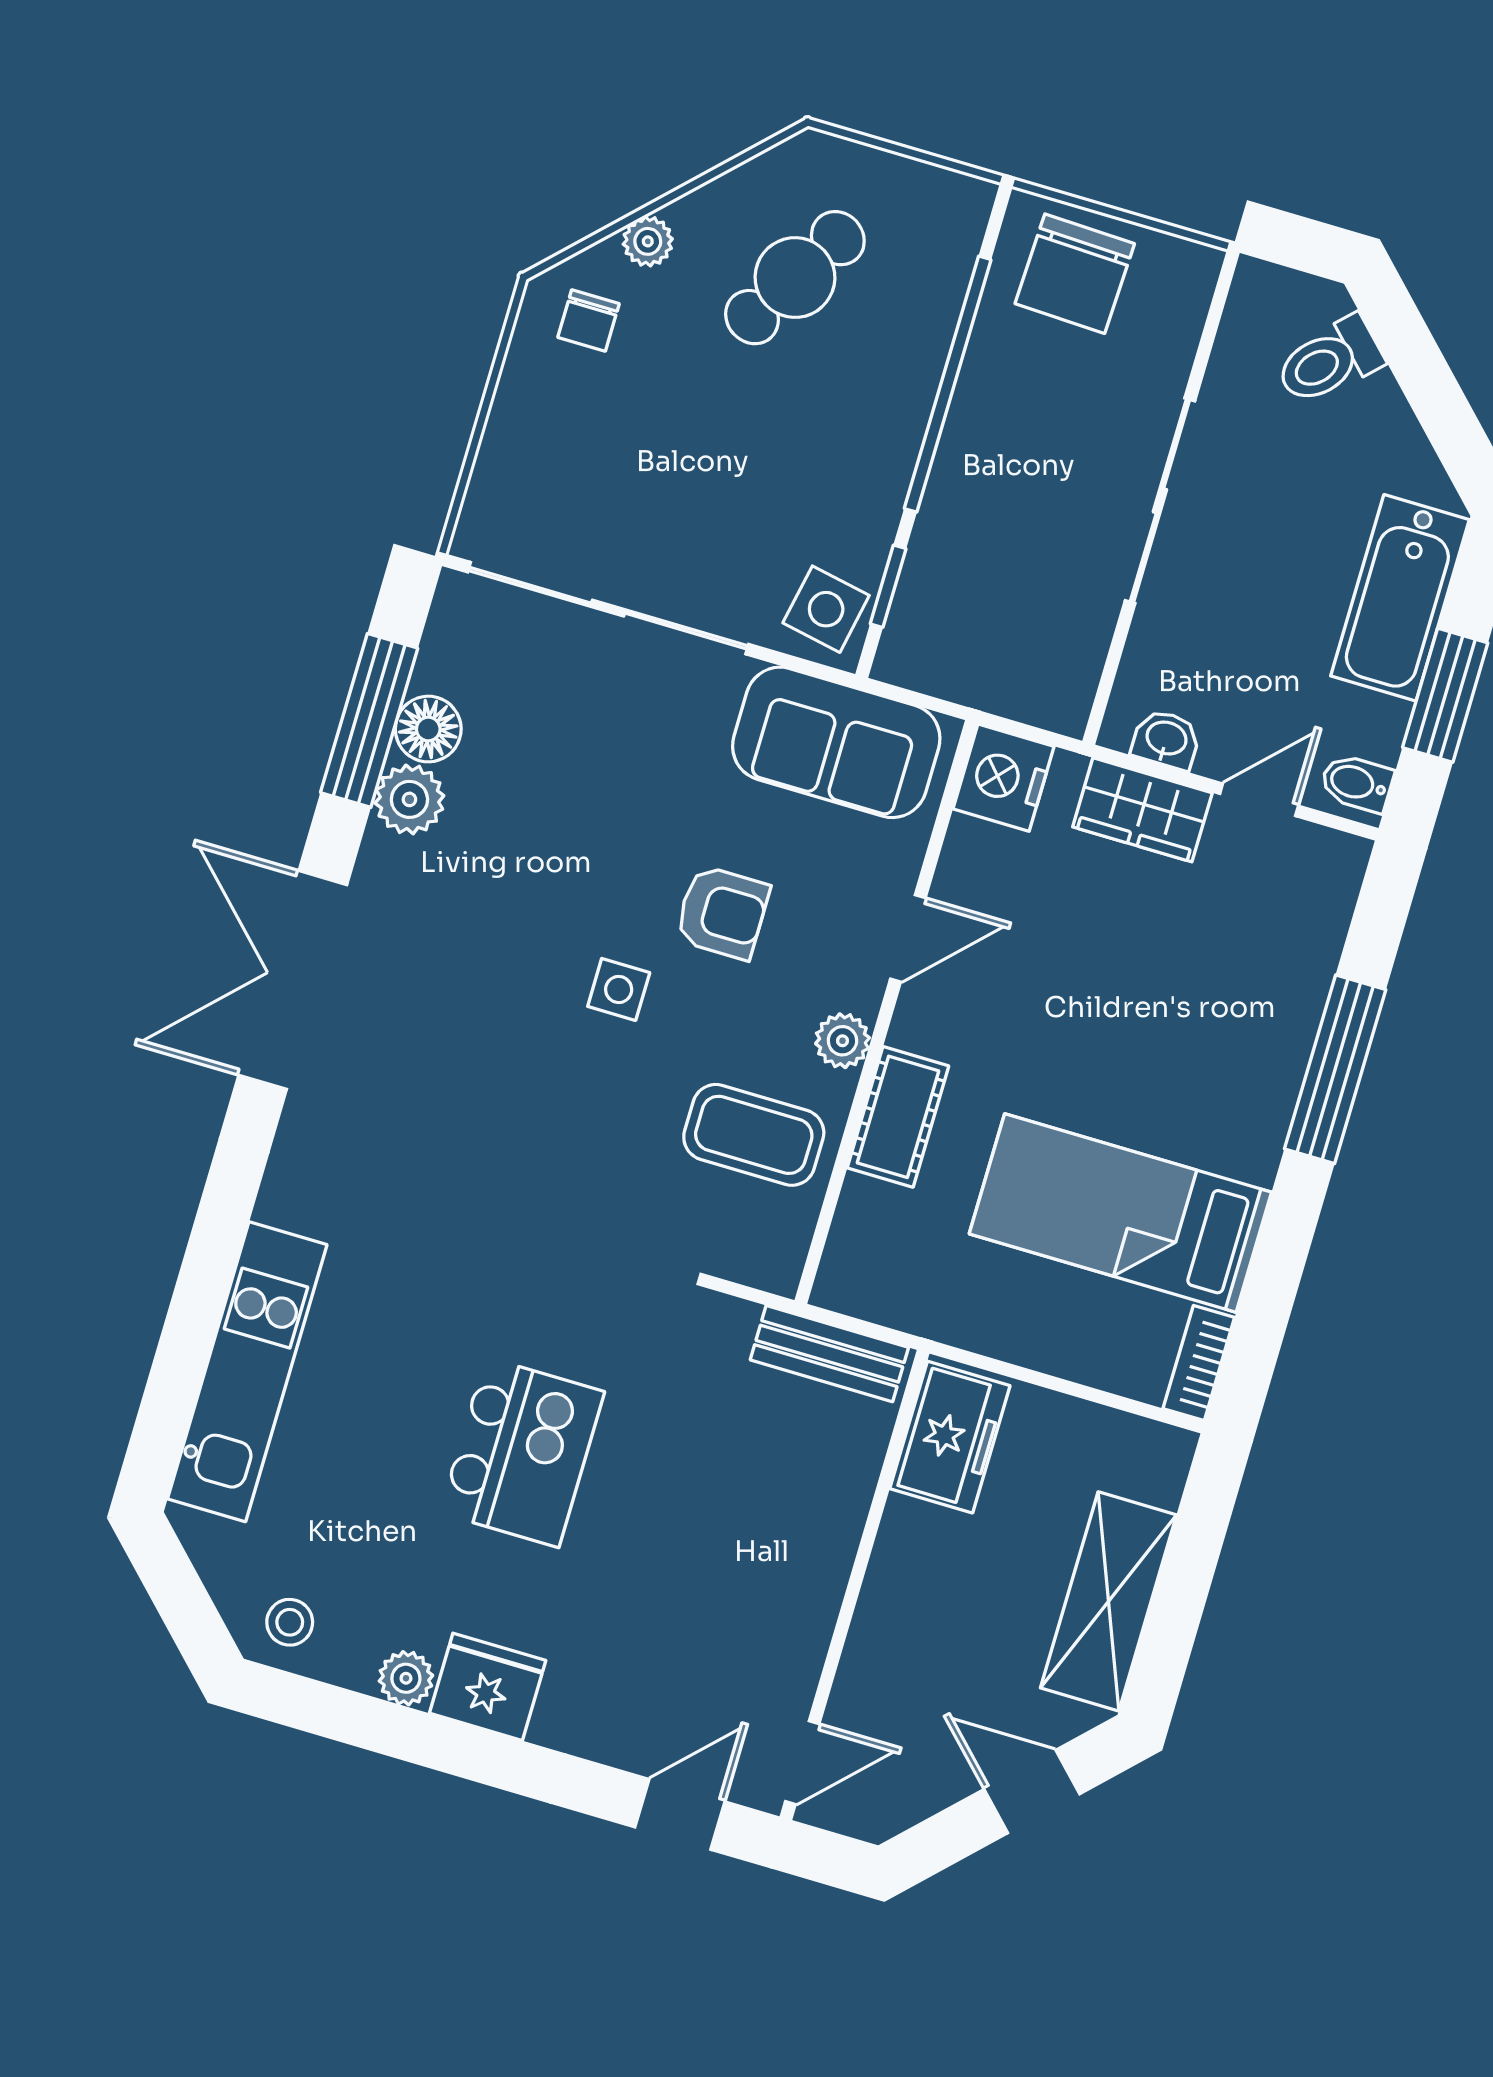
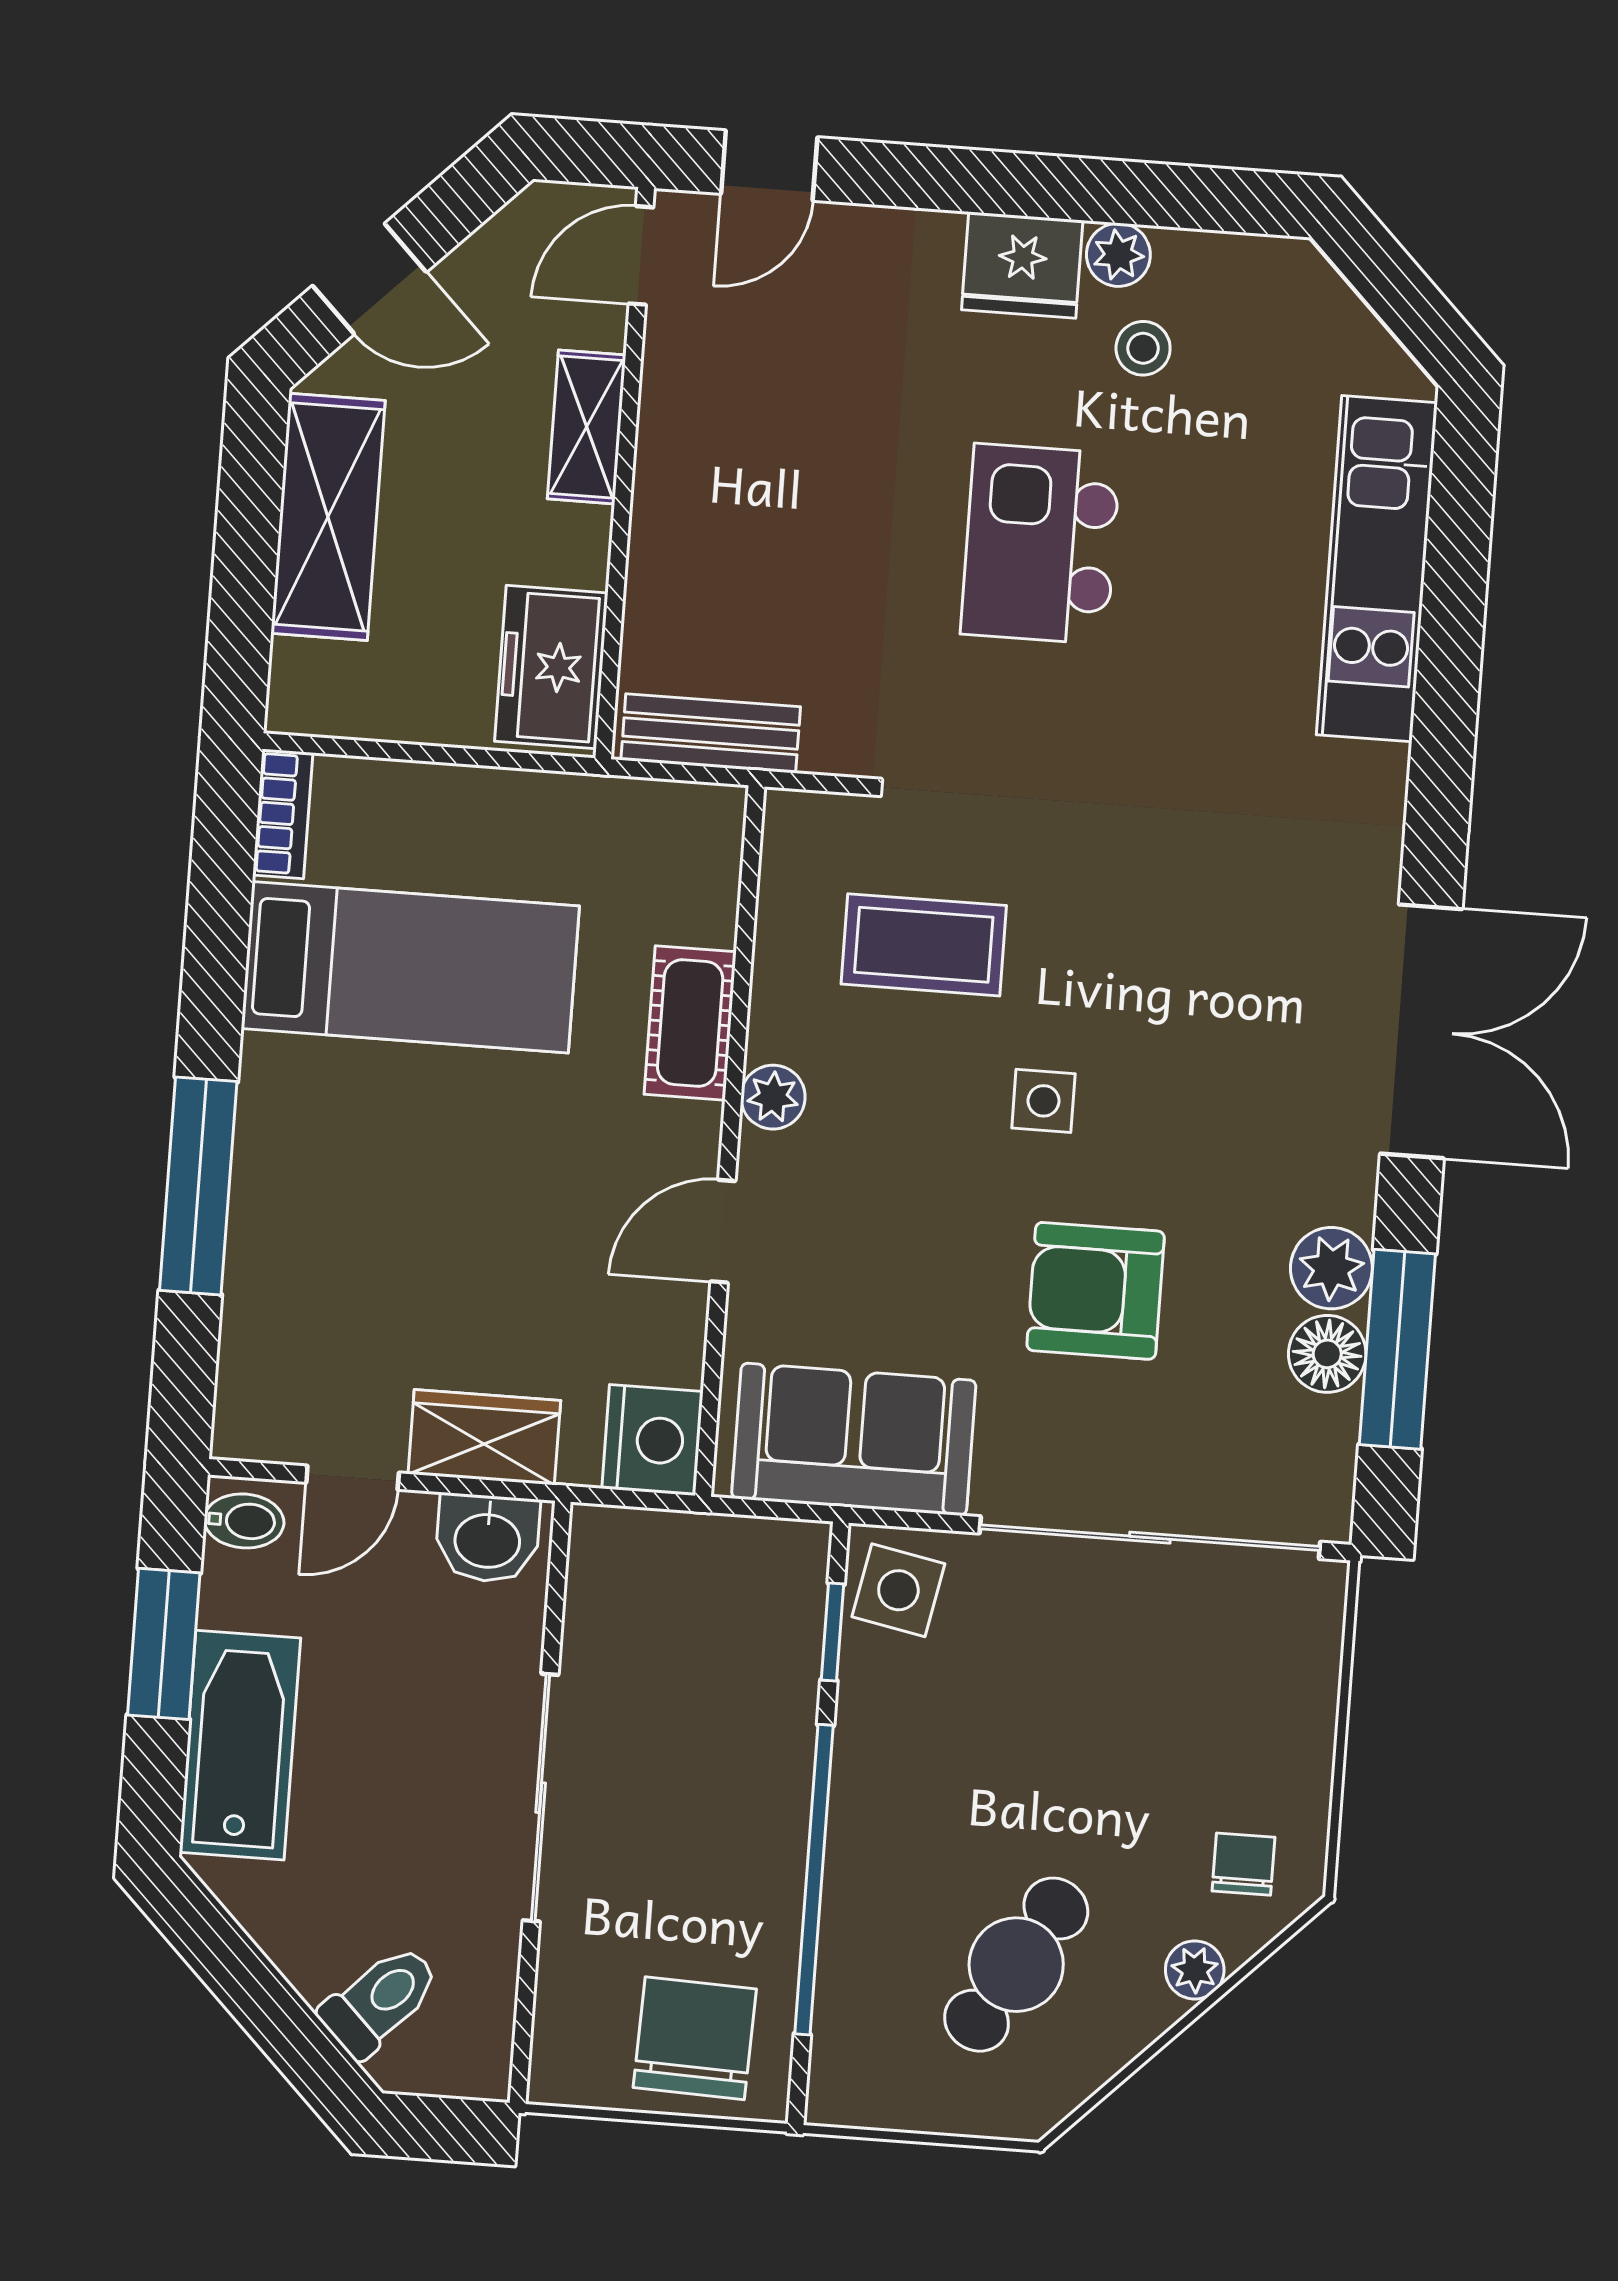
washbasin: (1166, 739) -> (487, 1538), width x1.38, depth x1.45
armchair: (722, 912) -> (1096, 1291), moved, width x1.38, depth x1.38
coffee table: (754, 1135) -> (924, 945), moved
stool: (290, 1622) -> (1143, 348), moved
shelving: (878, 1630) -> (587, 427), added

